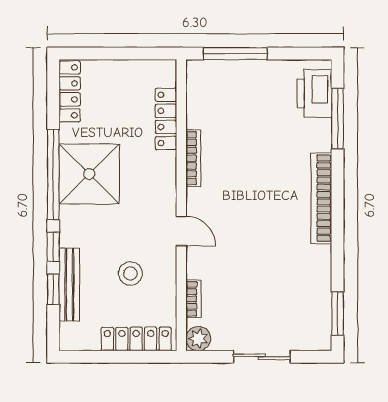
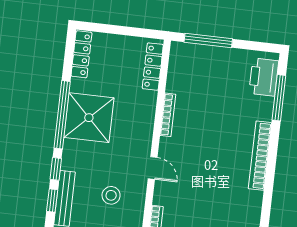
locker: (166, 119) -> (153, 67), moved

